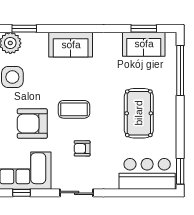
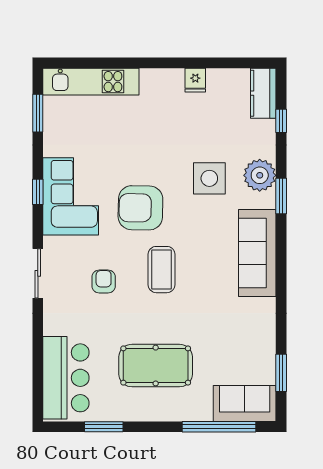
sofa: (144, 44) -> (245, 403), moved, turned 90
sofa: (71, 45) -> (257, 253), width x1.36
armchair: (32, 124) -> (140, 208), turned -89
window: (180, 171) -> (104, 427), moved

